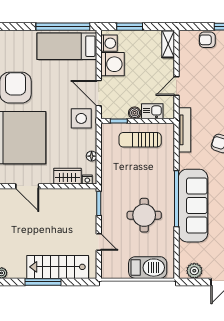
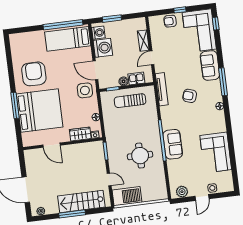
shelving: (168, 44) -> (143, 41), moved
sofa: (193, 206) -> (173, 144), width x0.54, depth x0.79
barbecue: (148, 268) -> (127, 196), moved

